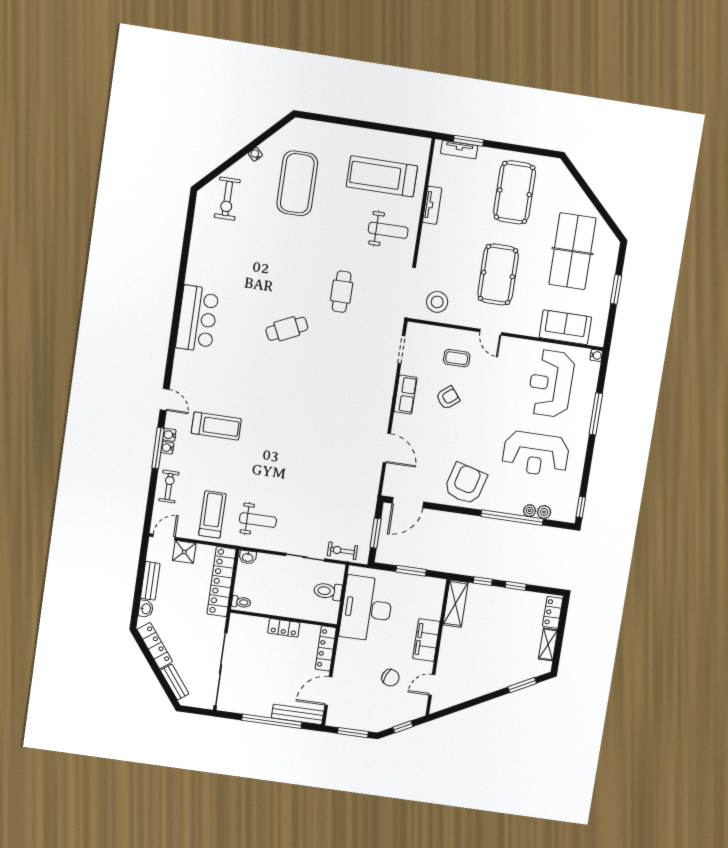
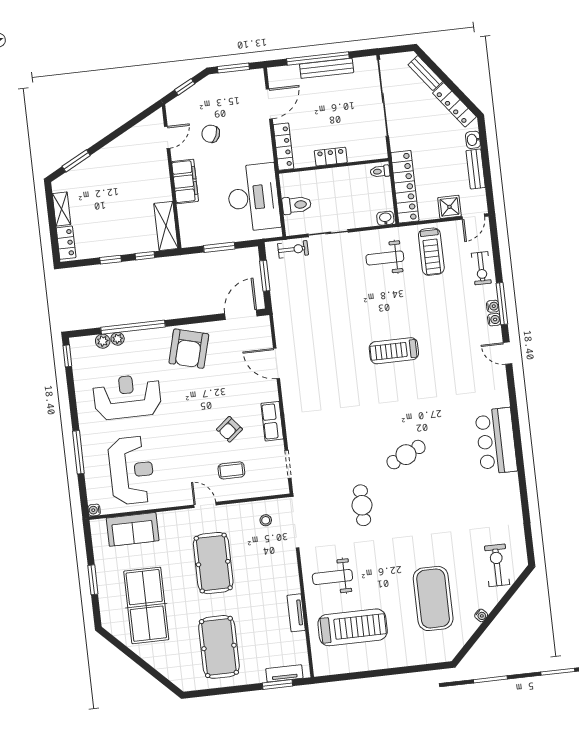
stool: (437, 302) -> (266, 520), width x0.53, depth x0.53
treadmill: (216, 426) -> (394, 351), moved
bench: (298, 714) -> (327, 68), moved

